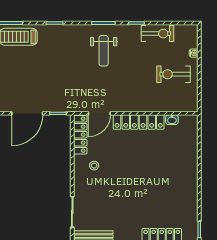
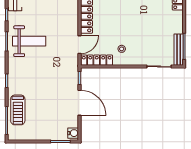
weight bench: (104, 51) -> (29, 41), width x1.36, depth x1.33
door: (99, 113) -> (80, 45), hinge flipped

